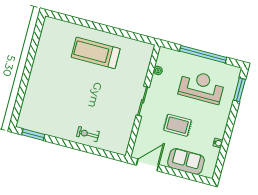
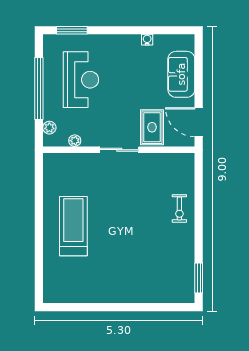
treadmill: (96, 53) -> (73, 226), turned 180
plant: (172, 54) -> (49, 128), added
reception desk: (201, 87) -> (81, 80), turned 180
rug: (177, 125) -> (152, 127), moved

